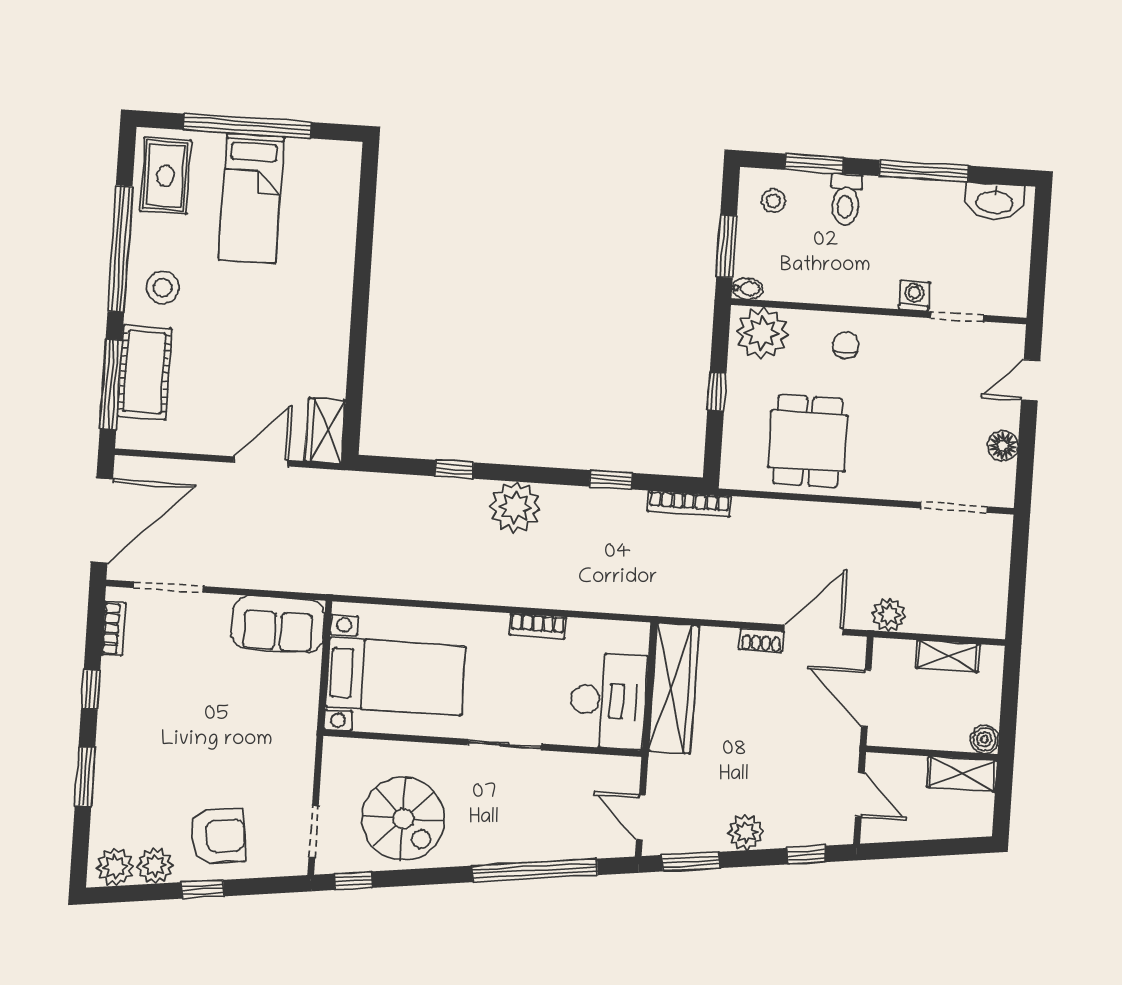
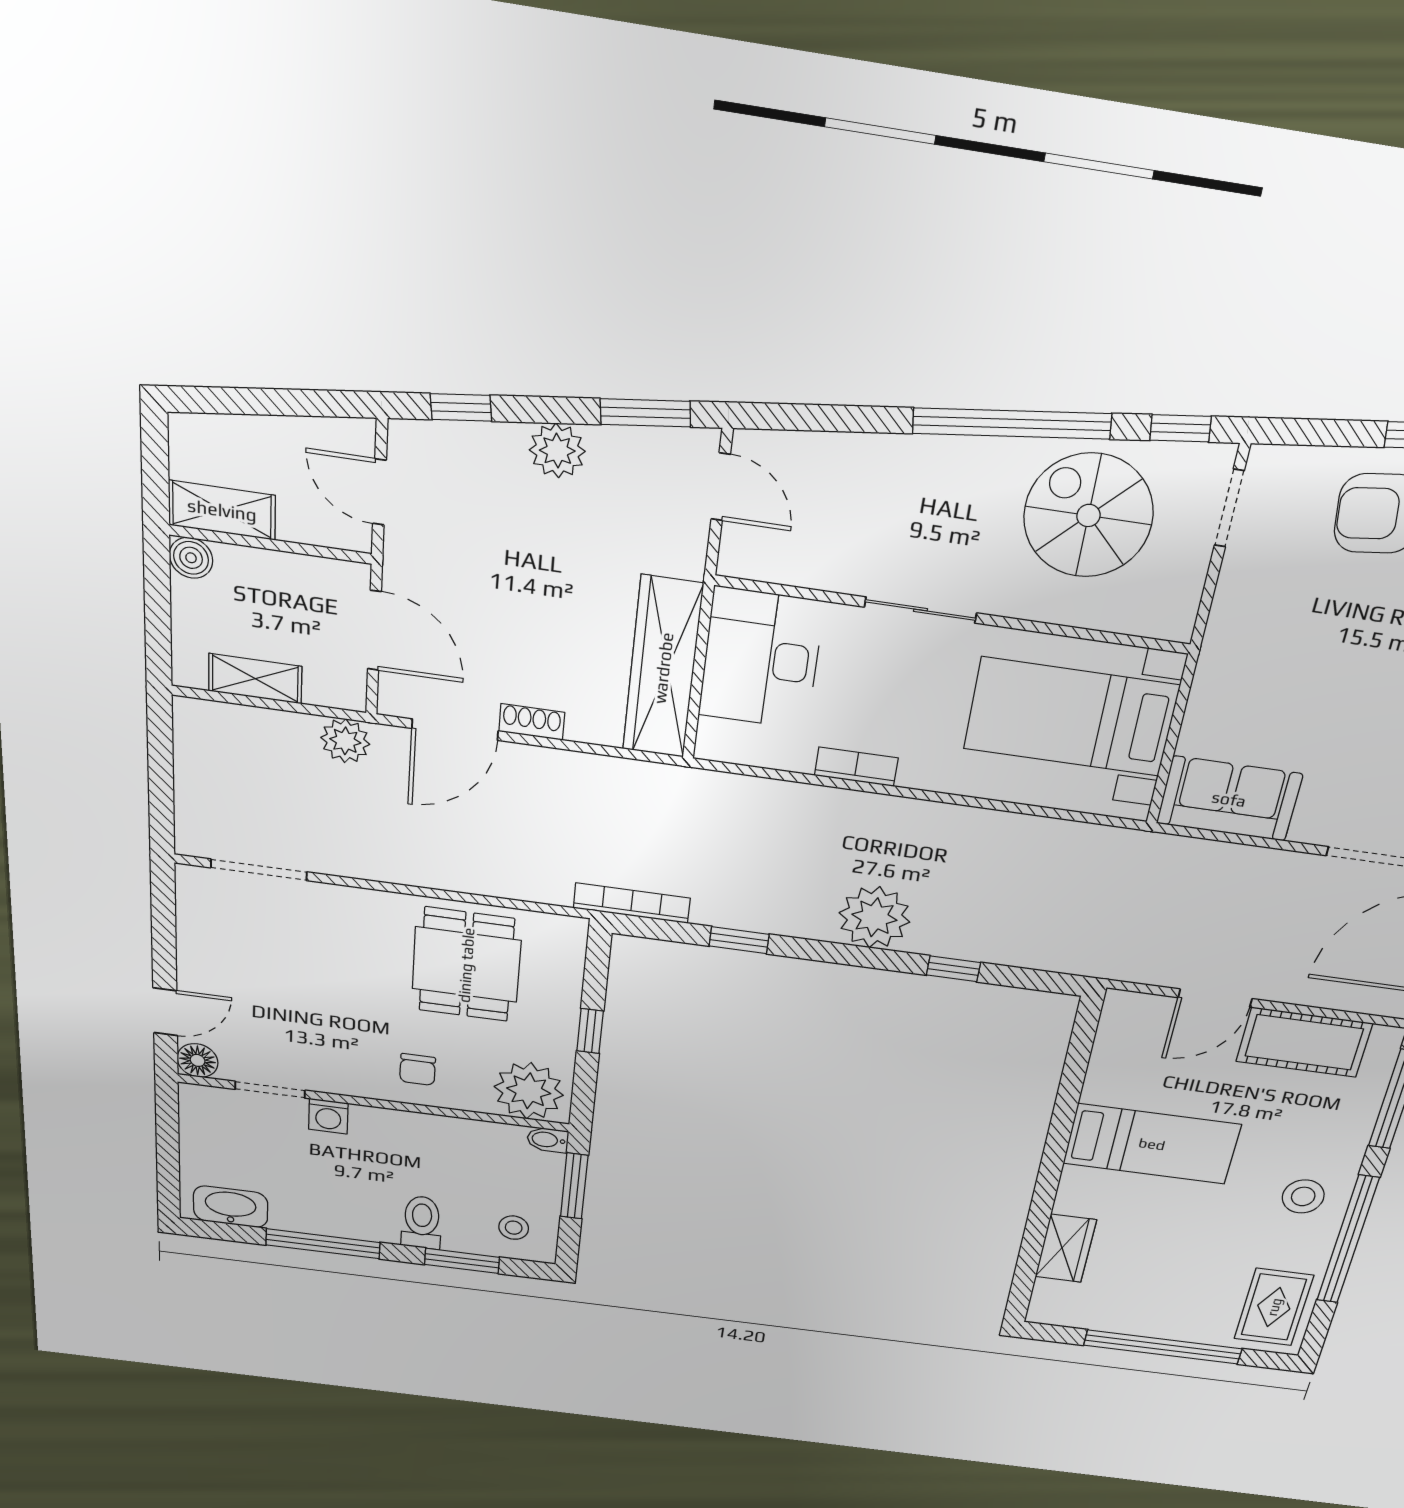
bed: (251, 198) -> (1152, 1144), moved, turned 90
cot: (144, 372) -> (1304, 1042), moved, turned 90
wardrobe: (325, 431) -> (1066, 1248), moved
floor lamp: (1003, 446) -> (198, 1060), moved
window: (535, 870) -> (1012, 423), moved

